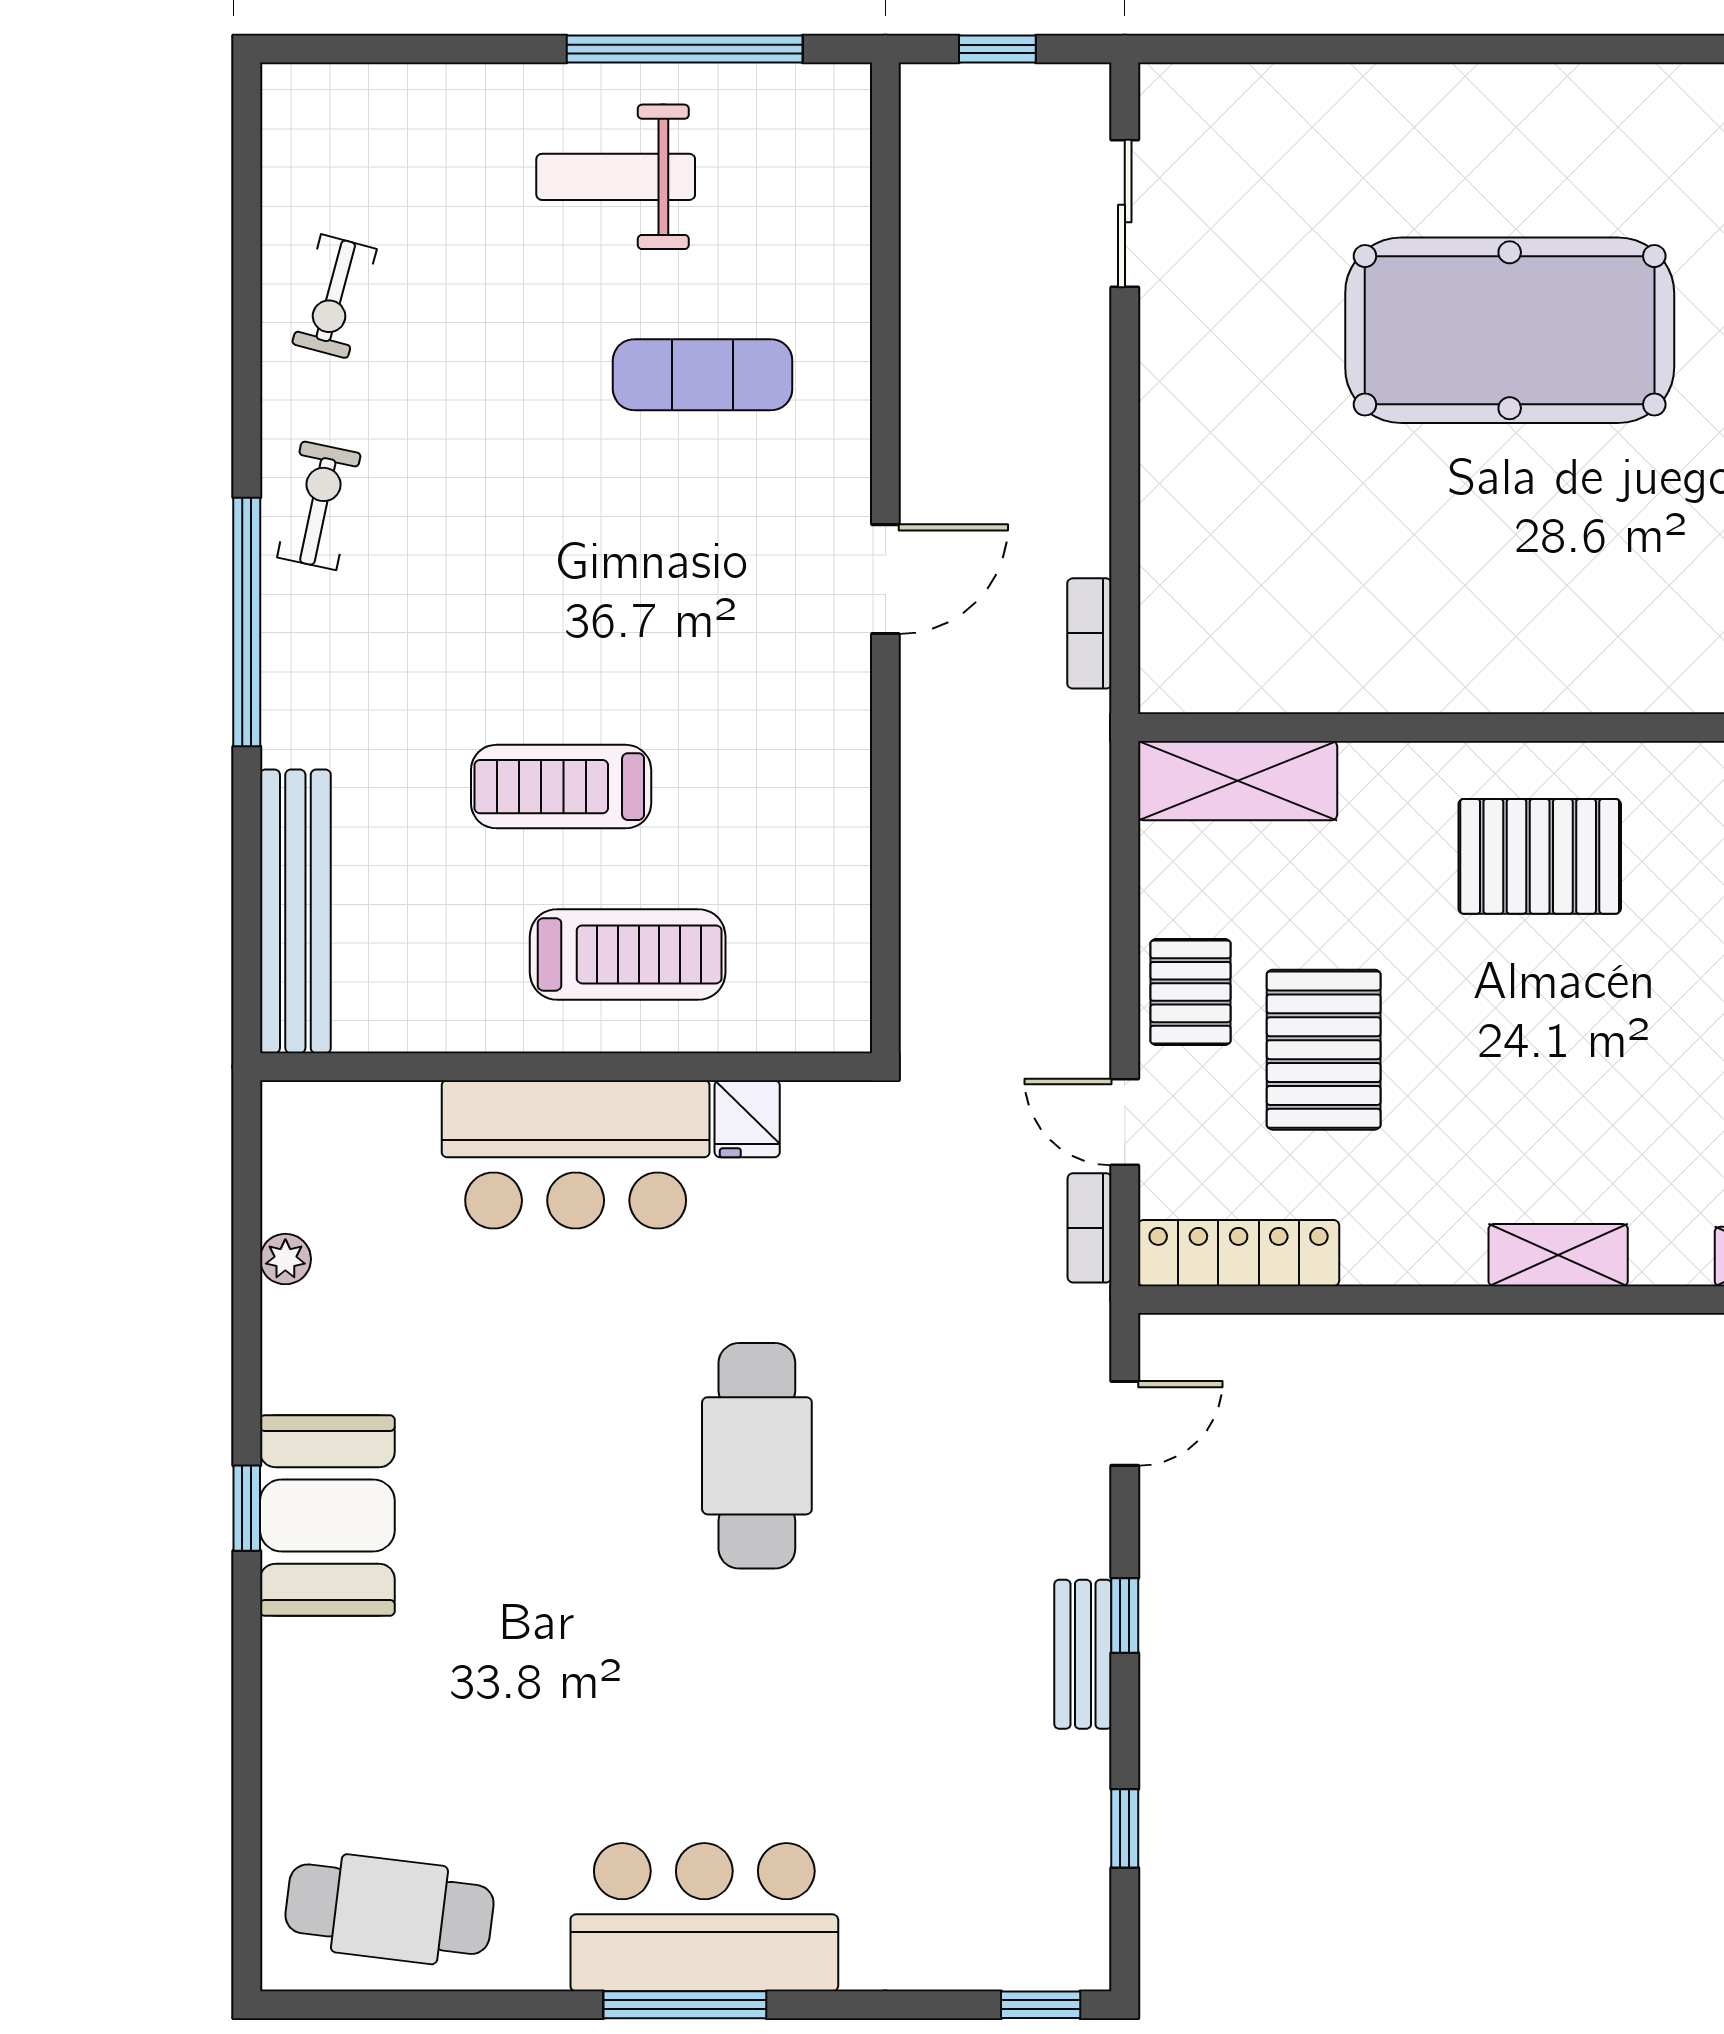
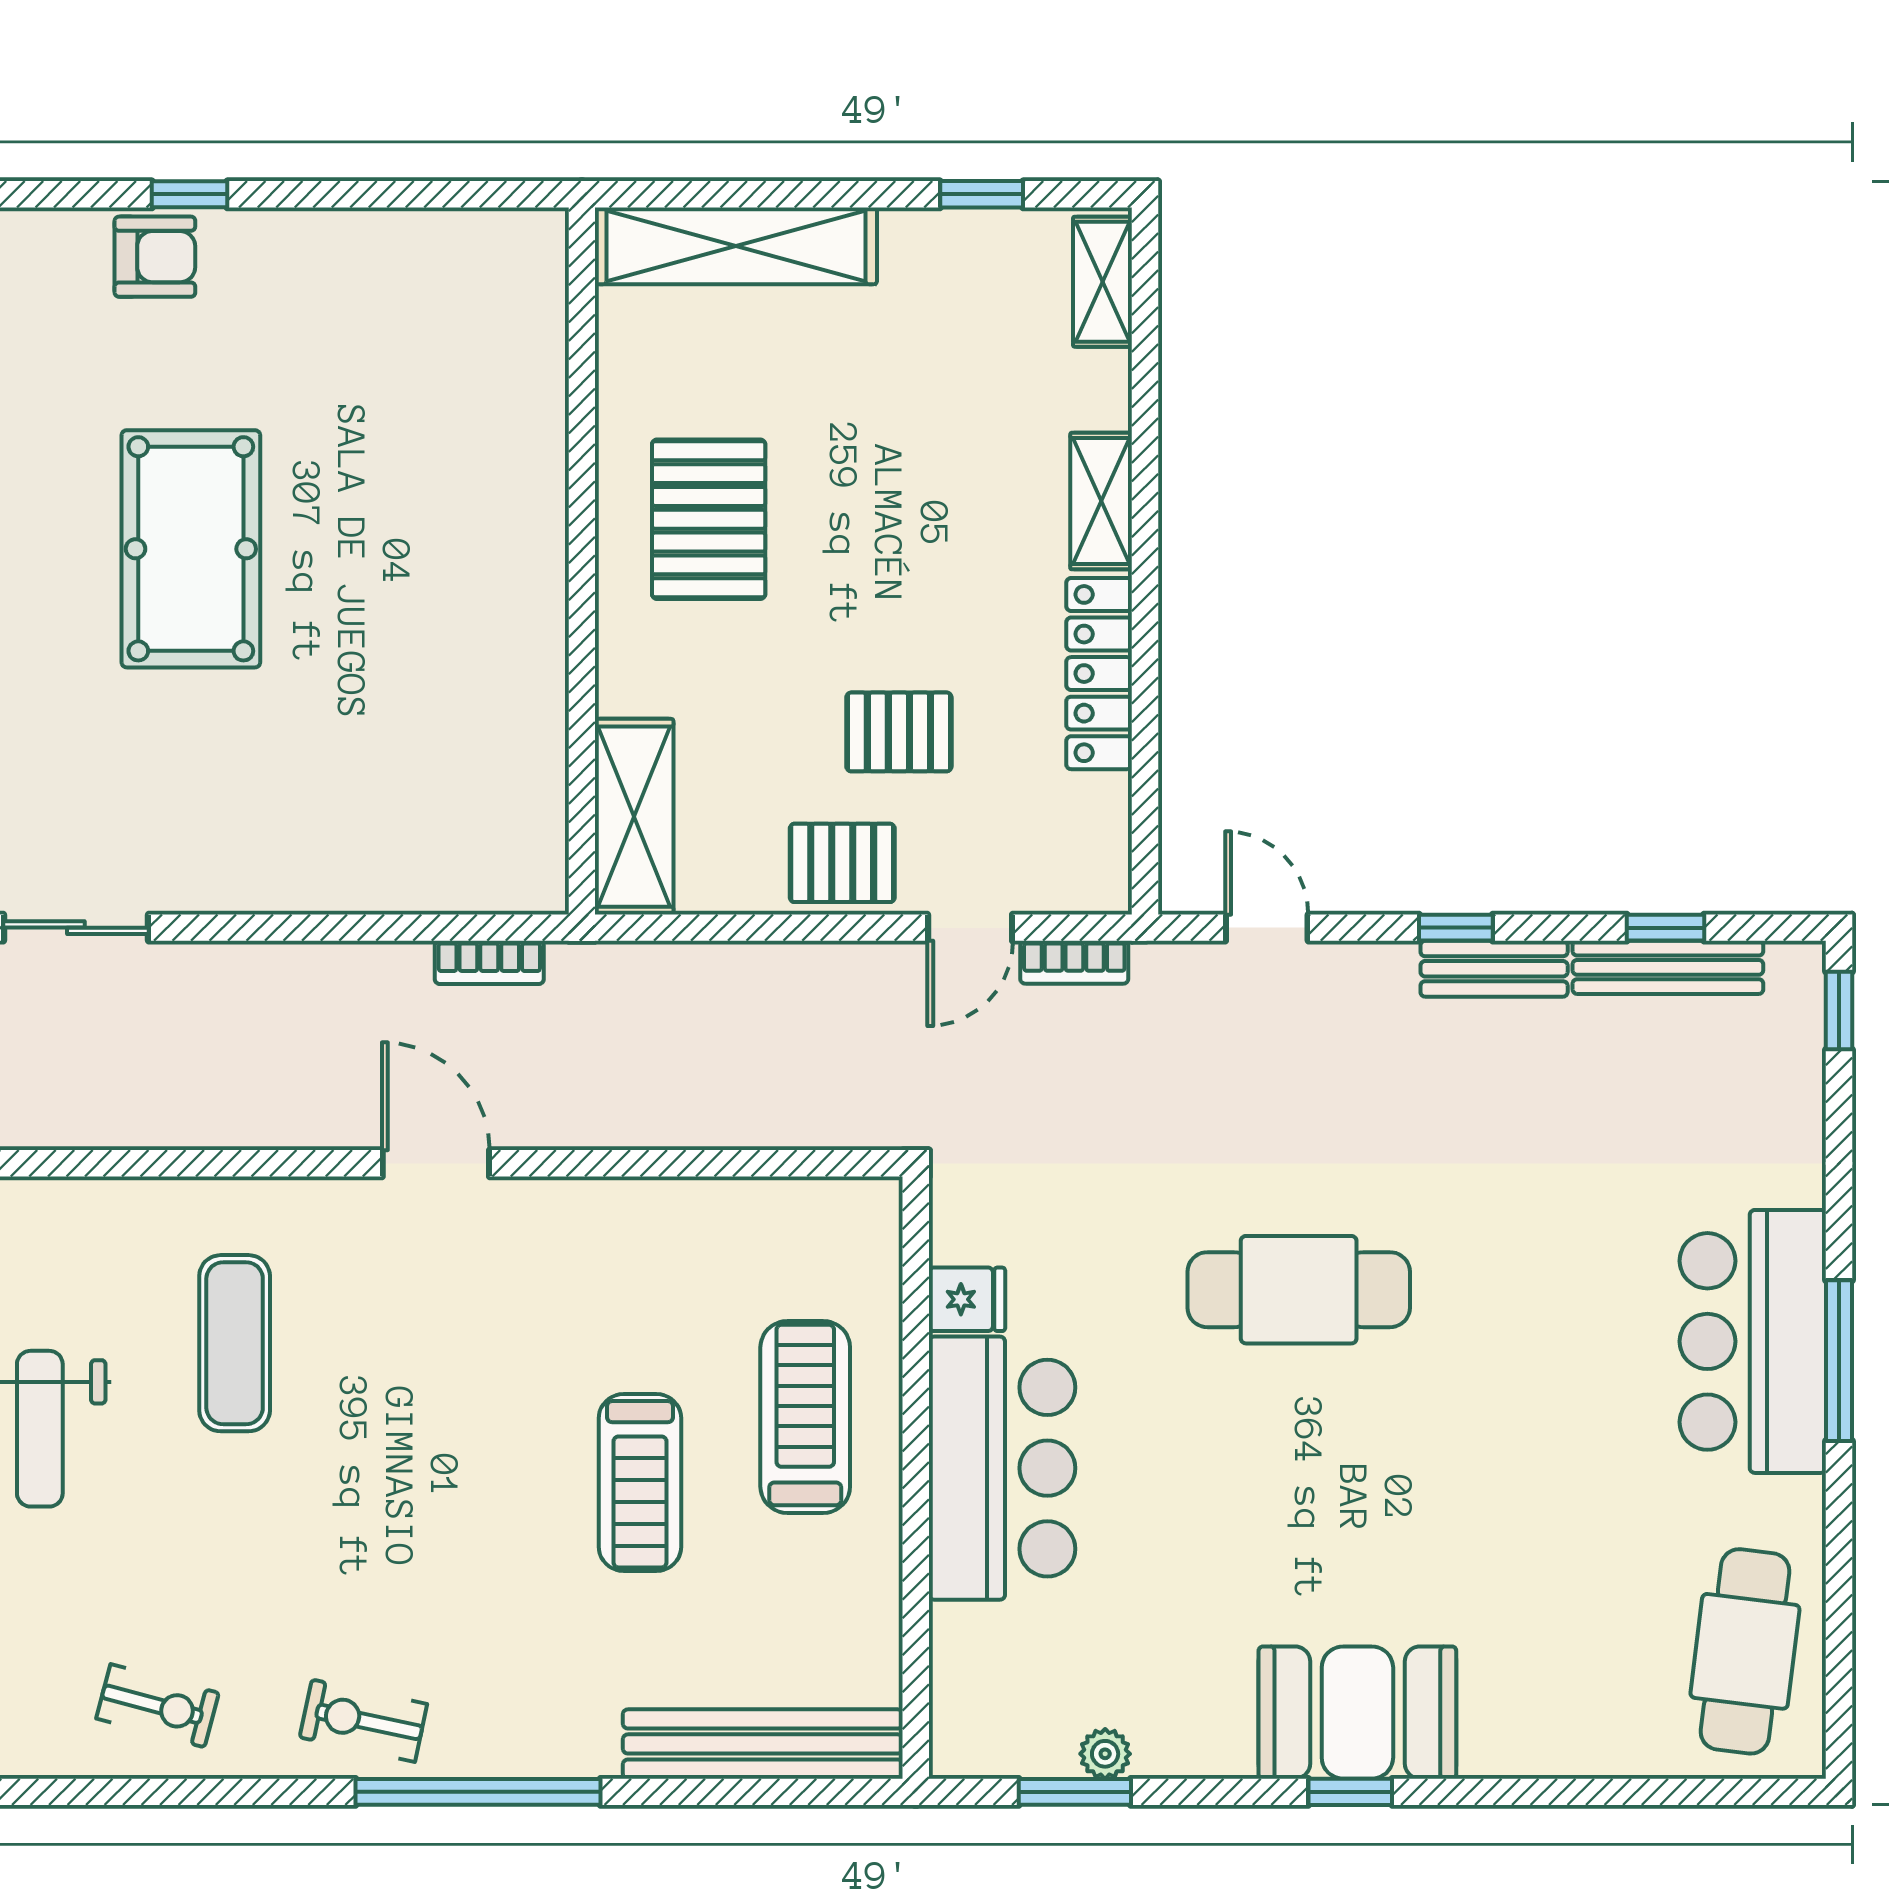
pool table: (1510, 330) -> (191, 549), width x0.73, depth x0.76
pallet: (1324, 1050) -> (899, 732), width x0.67, depth x0.71
window: (247, 1228) -> (1075, 1792), added
locker: (1239, 1253) -> (1099, 674), moved
bench: (1084, 1831) -> (1668, 967), added

